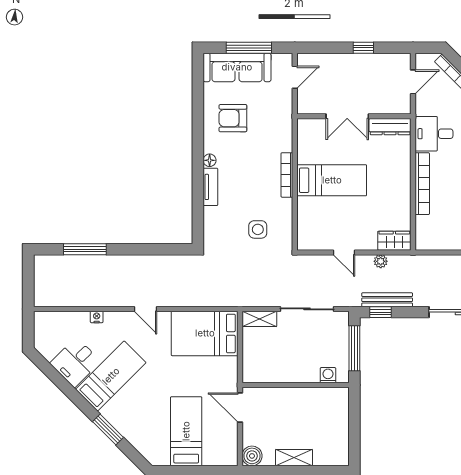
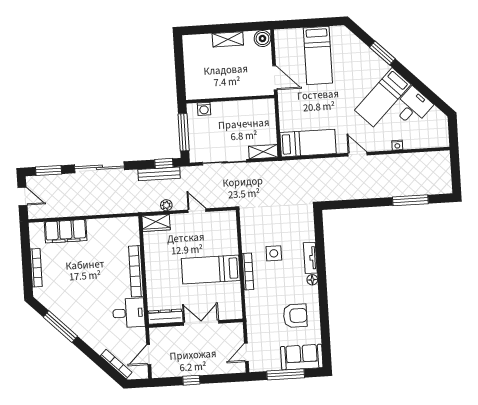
sofa: (237, 67) -> (302, 357), width x0.73
side table: (258, 229) -> (274, 253), moved
bed: (205, 333) -> (308, 143), width x0.67

